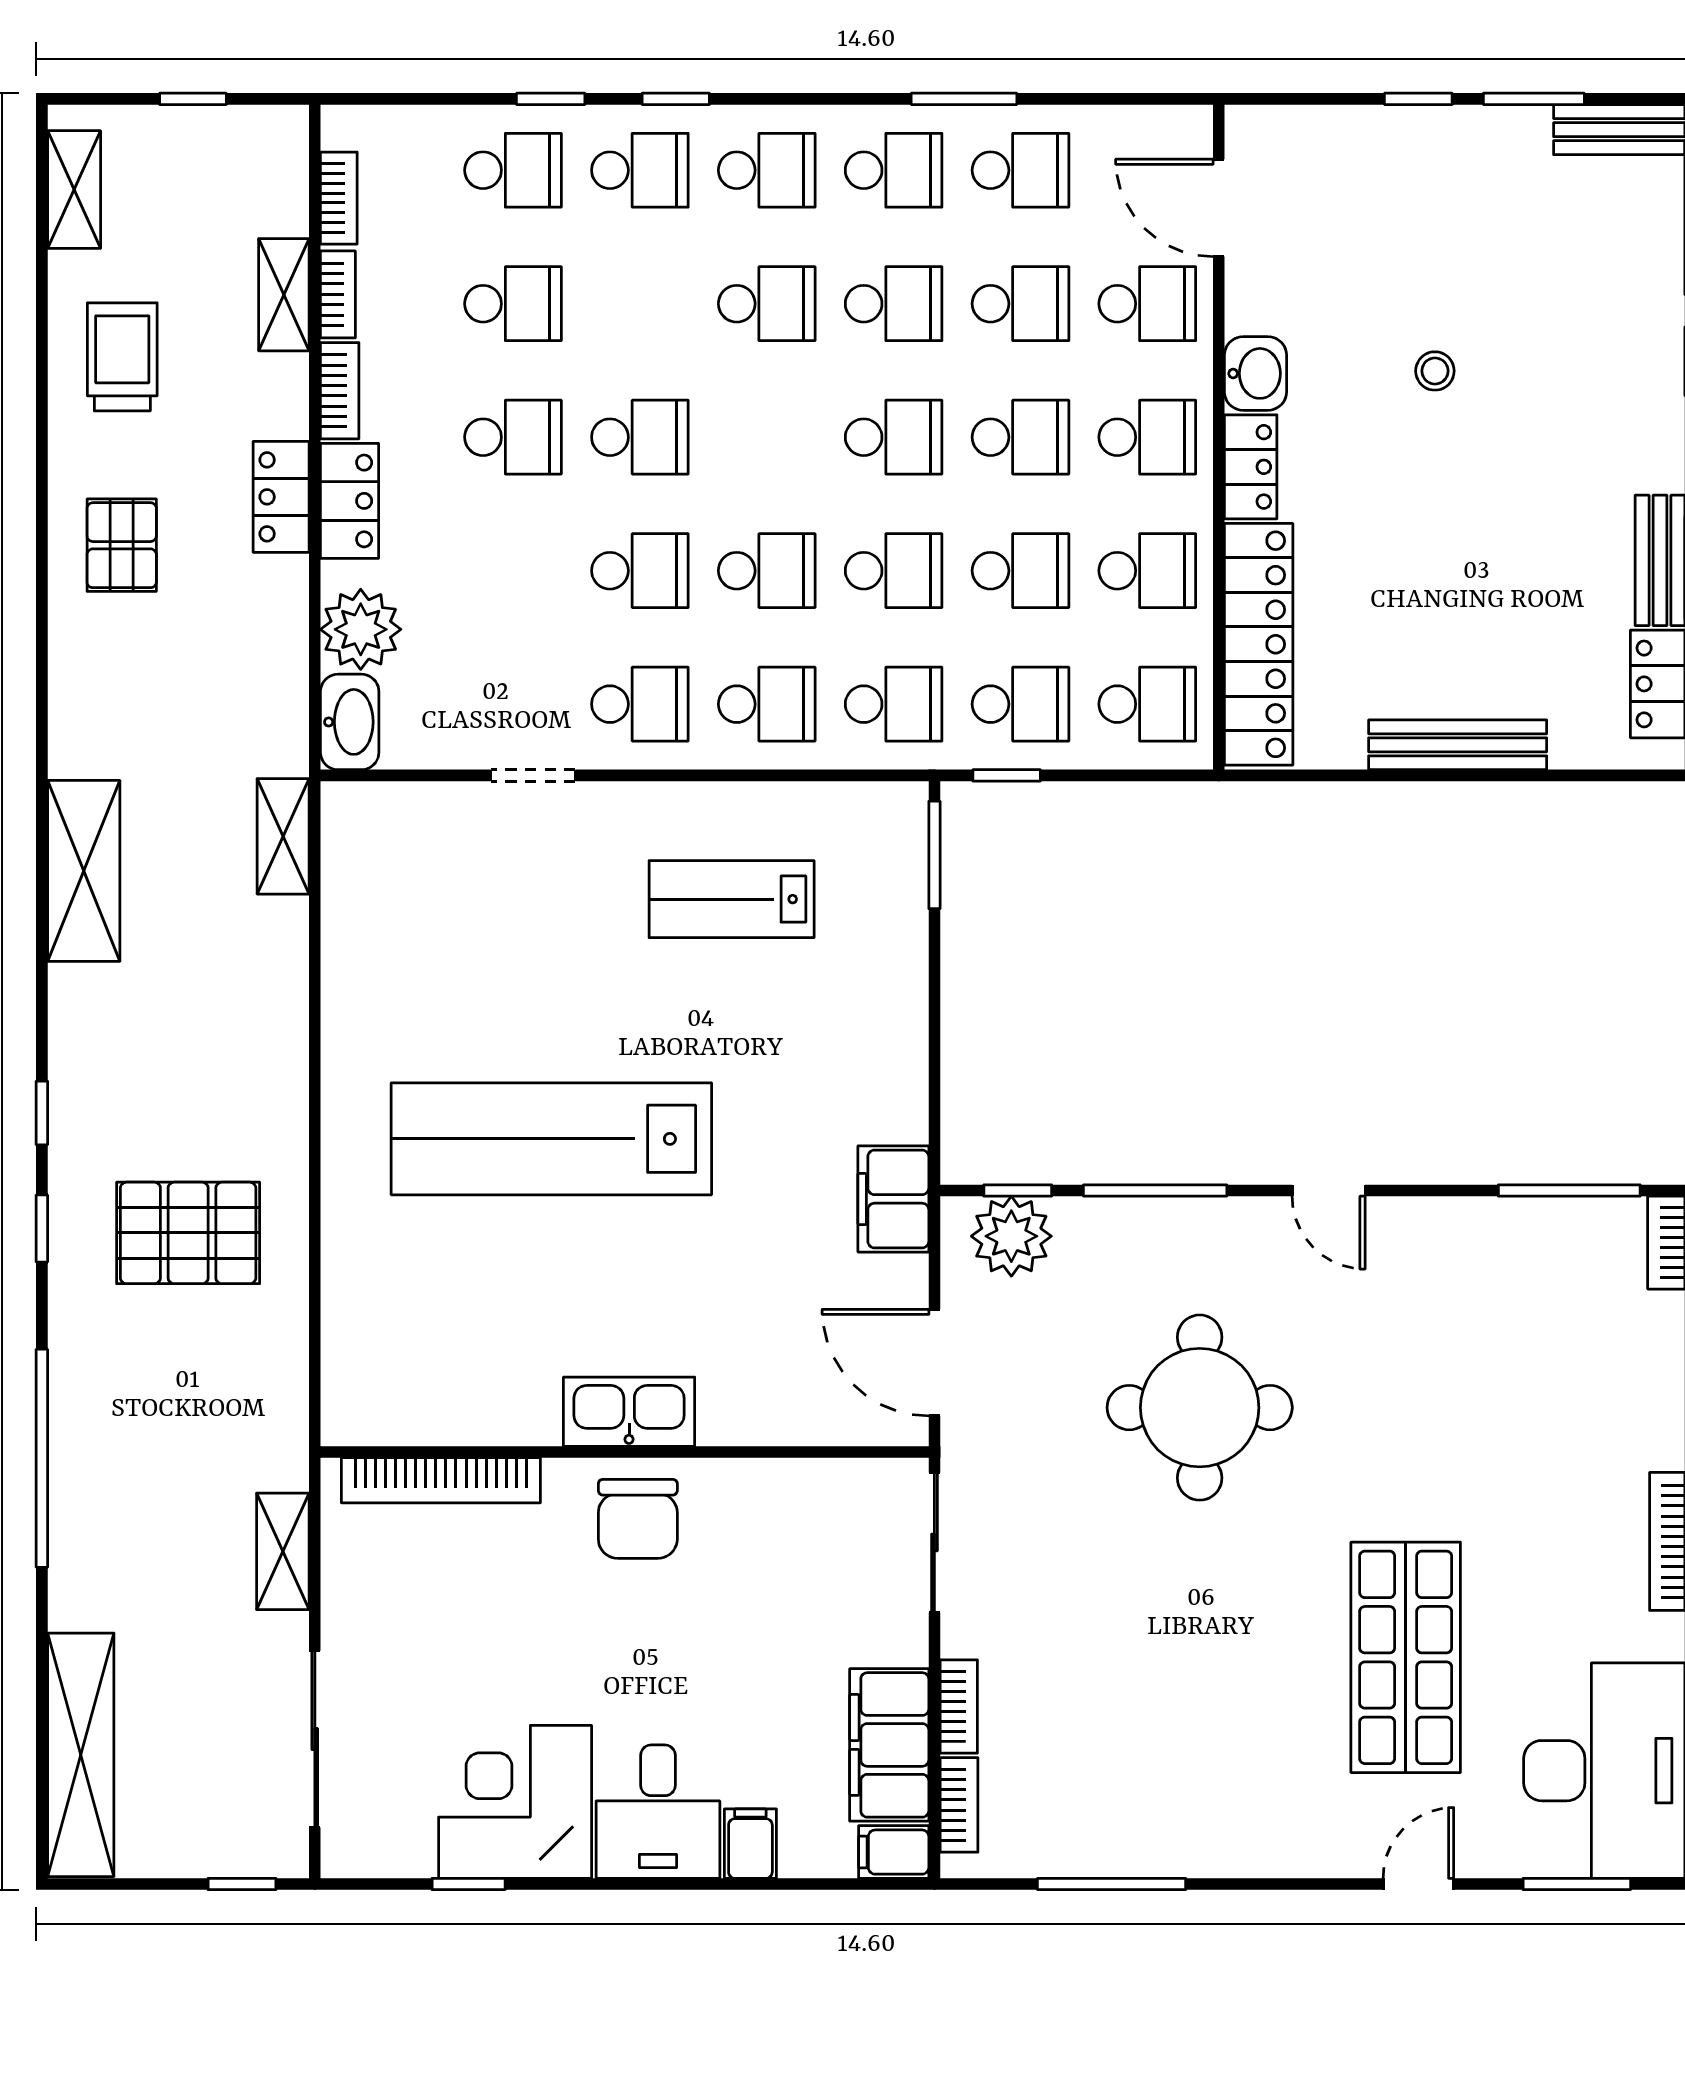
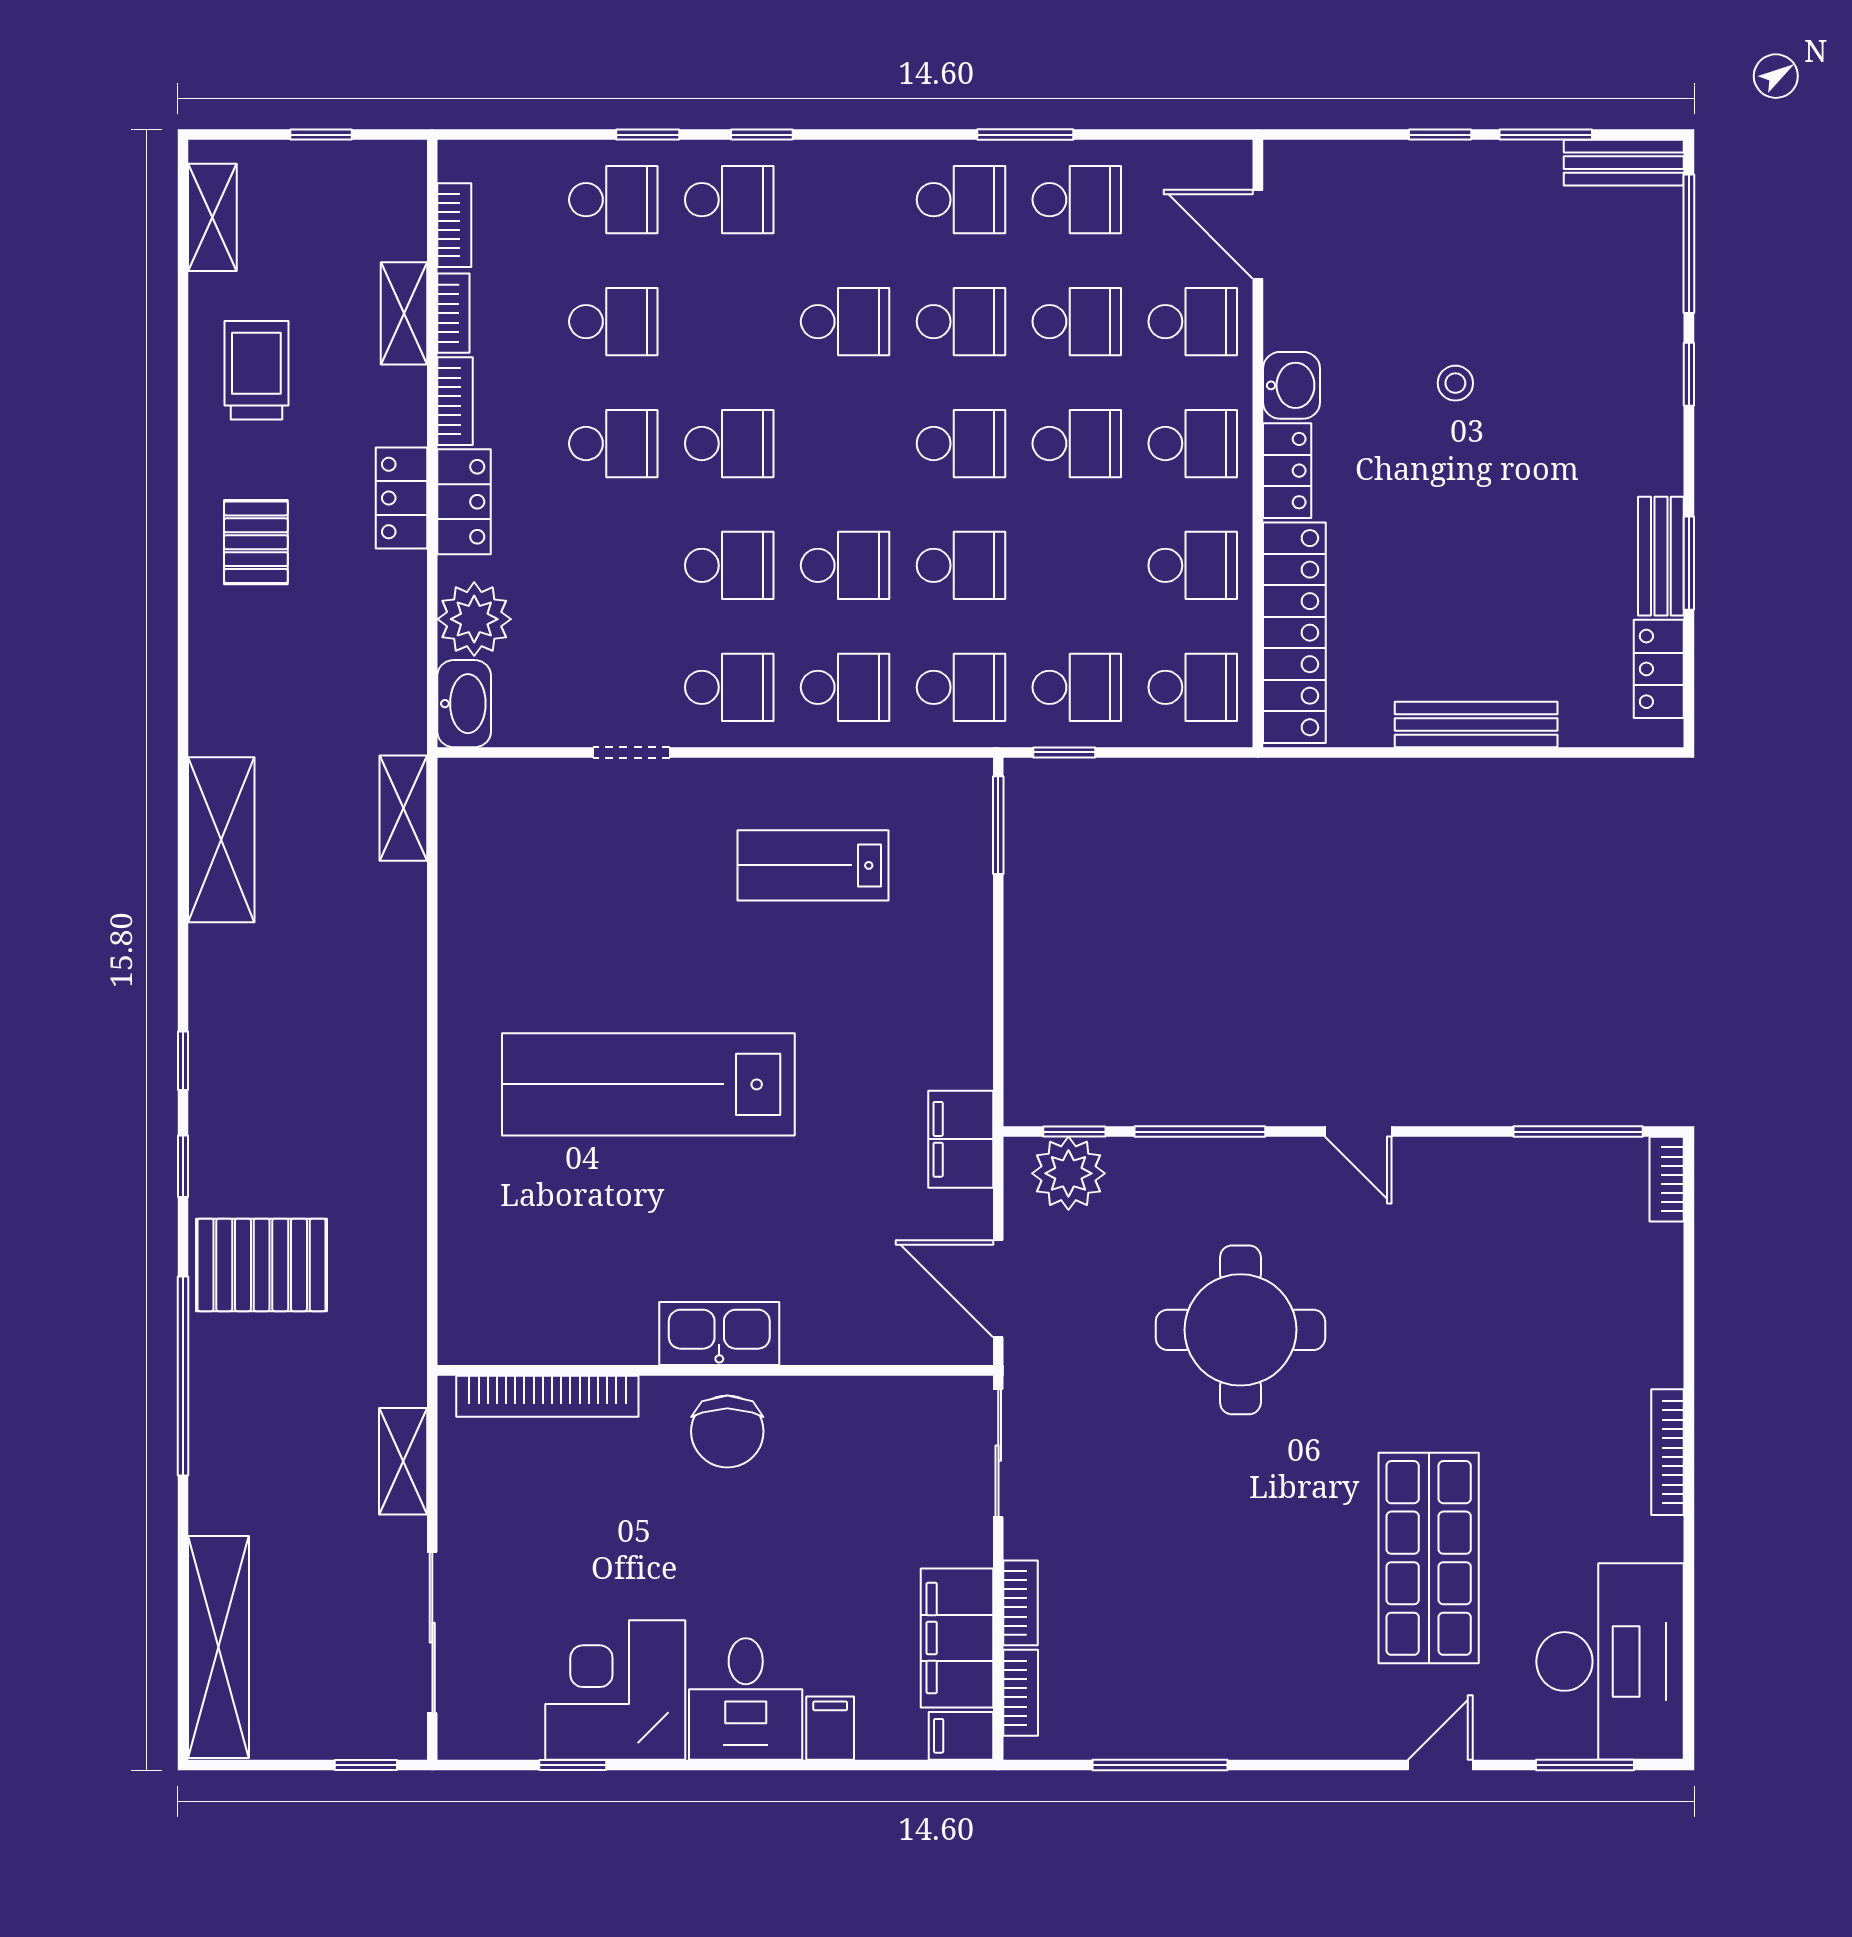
school desk: (767, 170) -> (845, 200), removed
school desk: (1020, 571) -> (1077, 565), removed
pallet: (188, 1233) -> (262, 1265), moved

